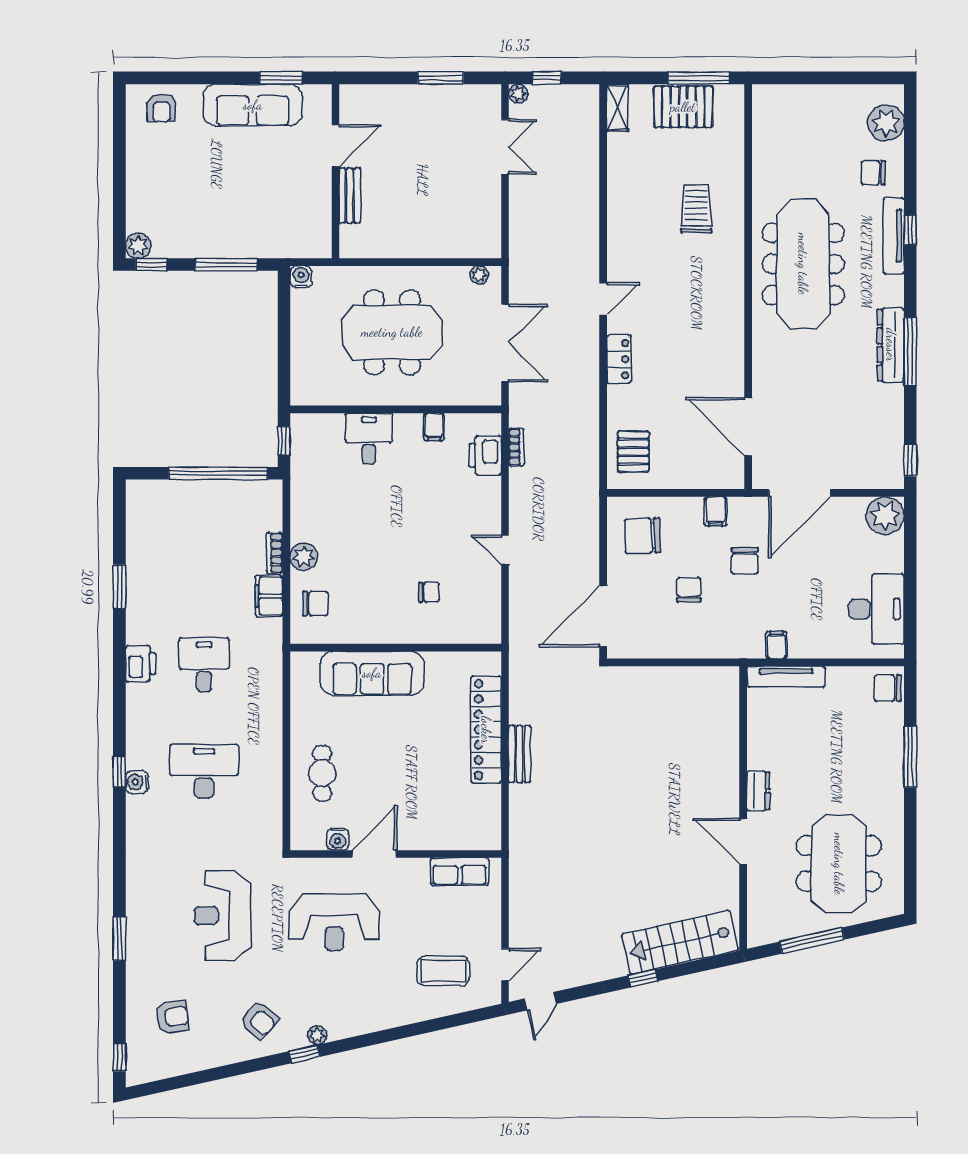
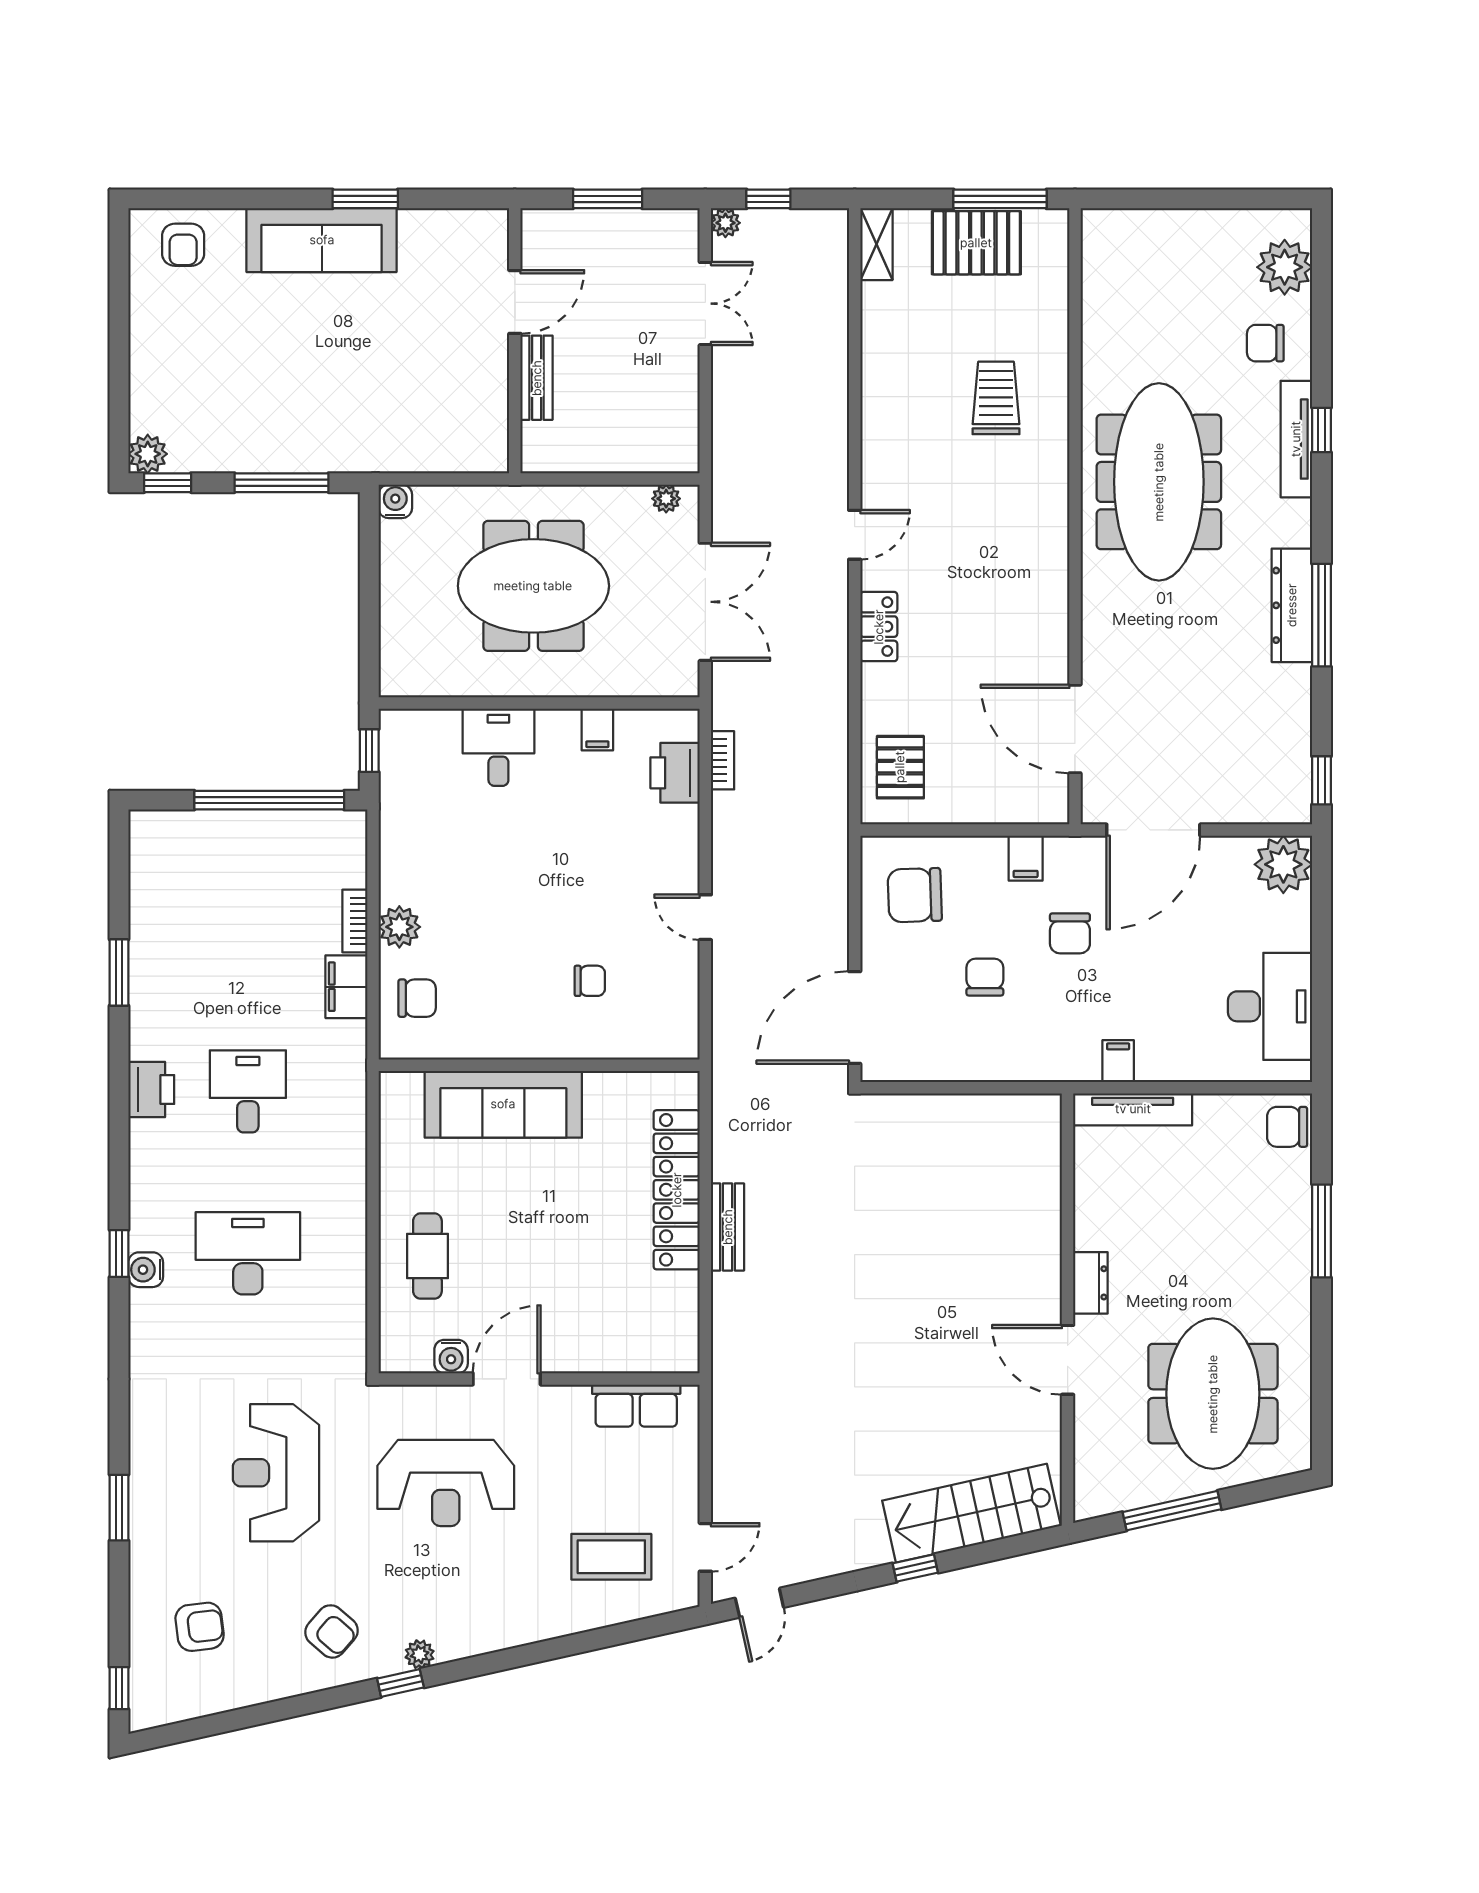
door: (335, 146) -> (515, 302), moved
wall: (335, 171) -> (515, 341), moved
bench: (350, 195) -> (537, 378), moved

